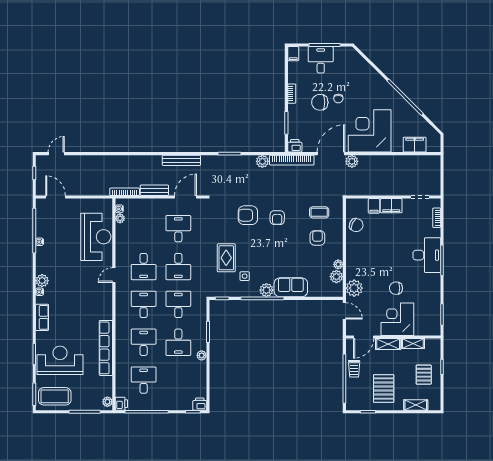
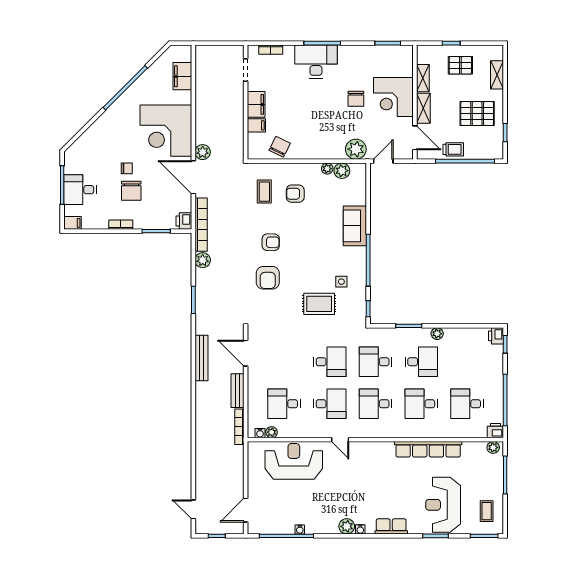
desk: (178, 229) -> (284, 404), moved
plant: (266, 290) -> (358, 255), removed
coffee table: (55, 396) -> (487, 511), width x0.54, depth x0.58

